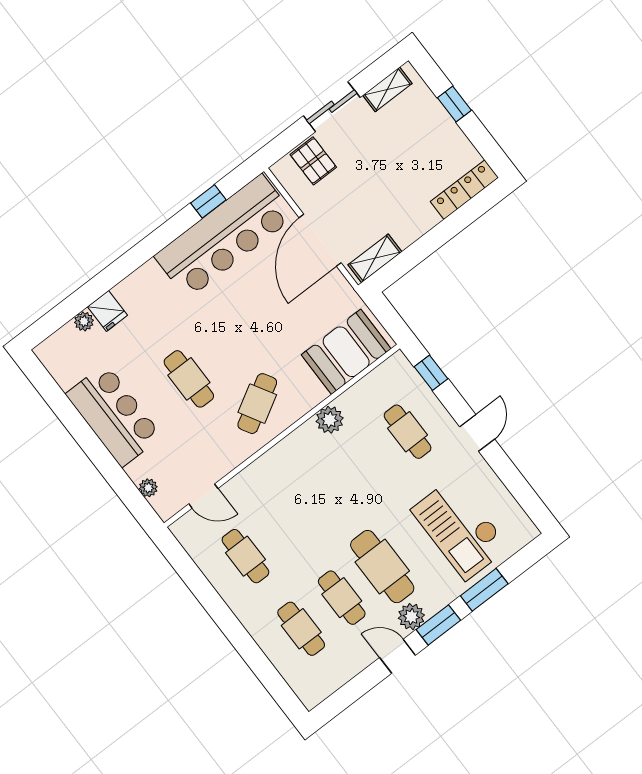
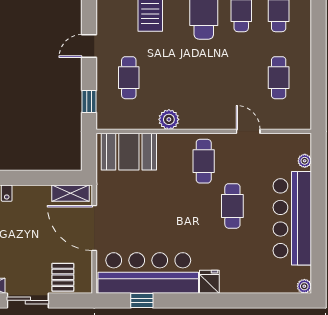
door: (320, 240) -> (94, 228), swing flipped
fridge: (107, 311) -> (209, 282), moved
plant: (84, 321) -> (304, 286), moved
cafe table: (257, 404) -> (204, 161), turned -60
bar counter: (114, 415) -> (292, 218), width x1.36
door: (203, 496) -> (248, 131), moved

